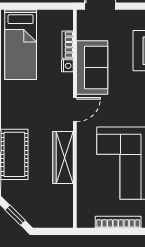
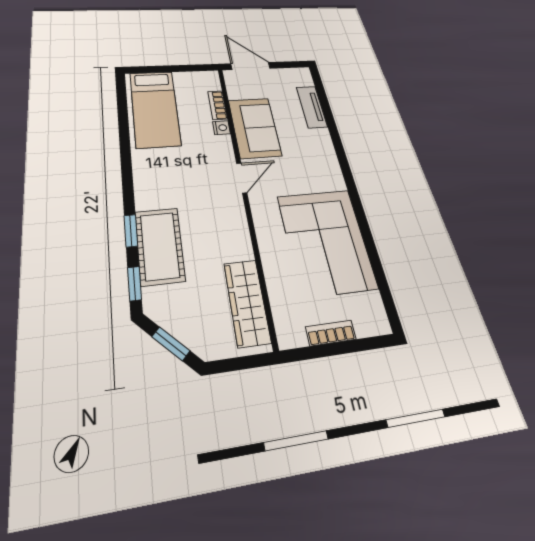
wardrobe: (63, 157) -> (247, 302), moved
bookcase: (118, 222) -> (331, 333), width x0.64

